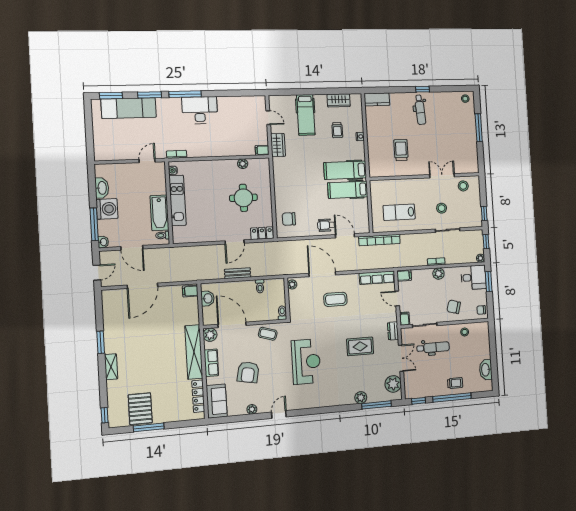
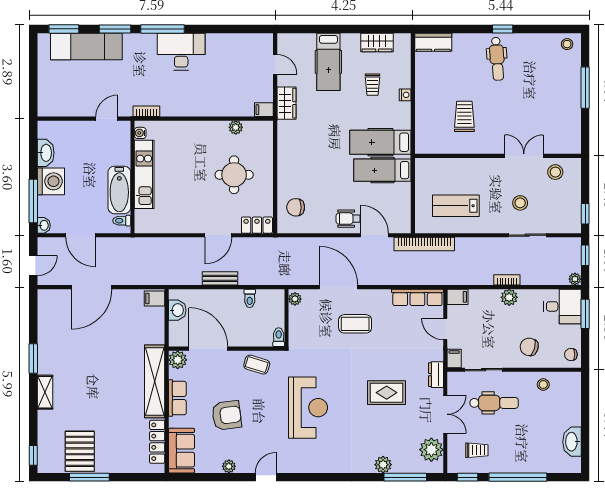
armchair: (248, 372) -> (227, 415), turned -108
trolley: (455, 383) -> (477, 450), moved

